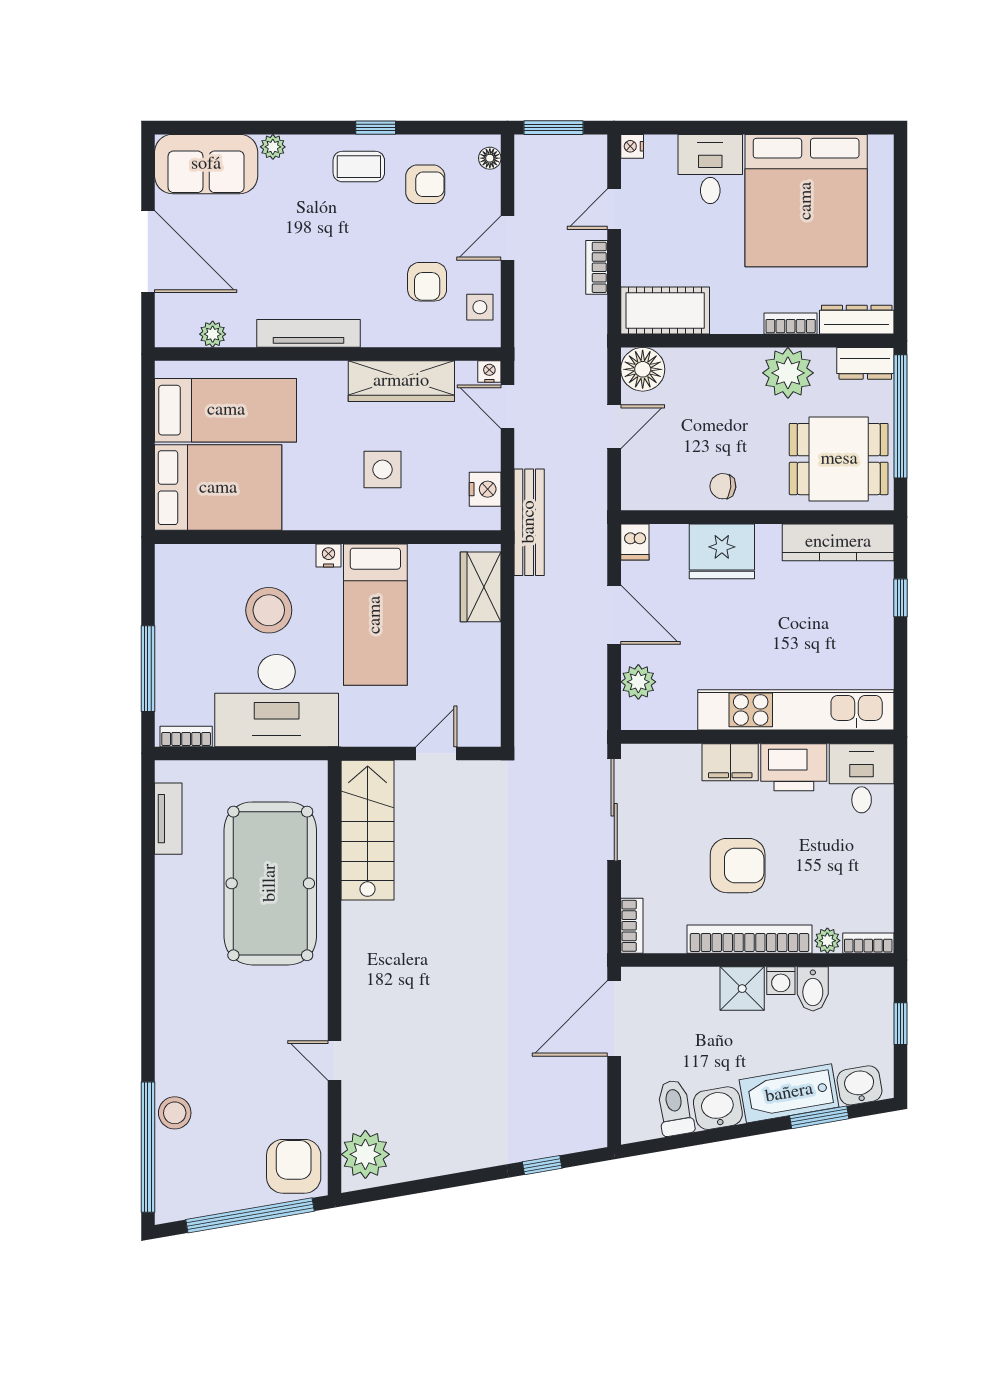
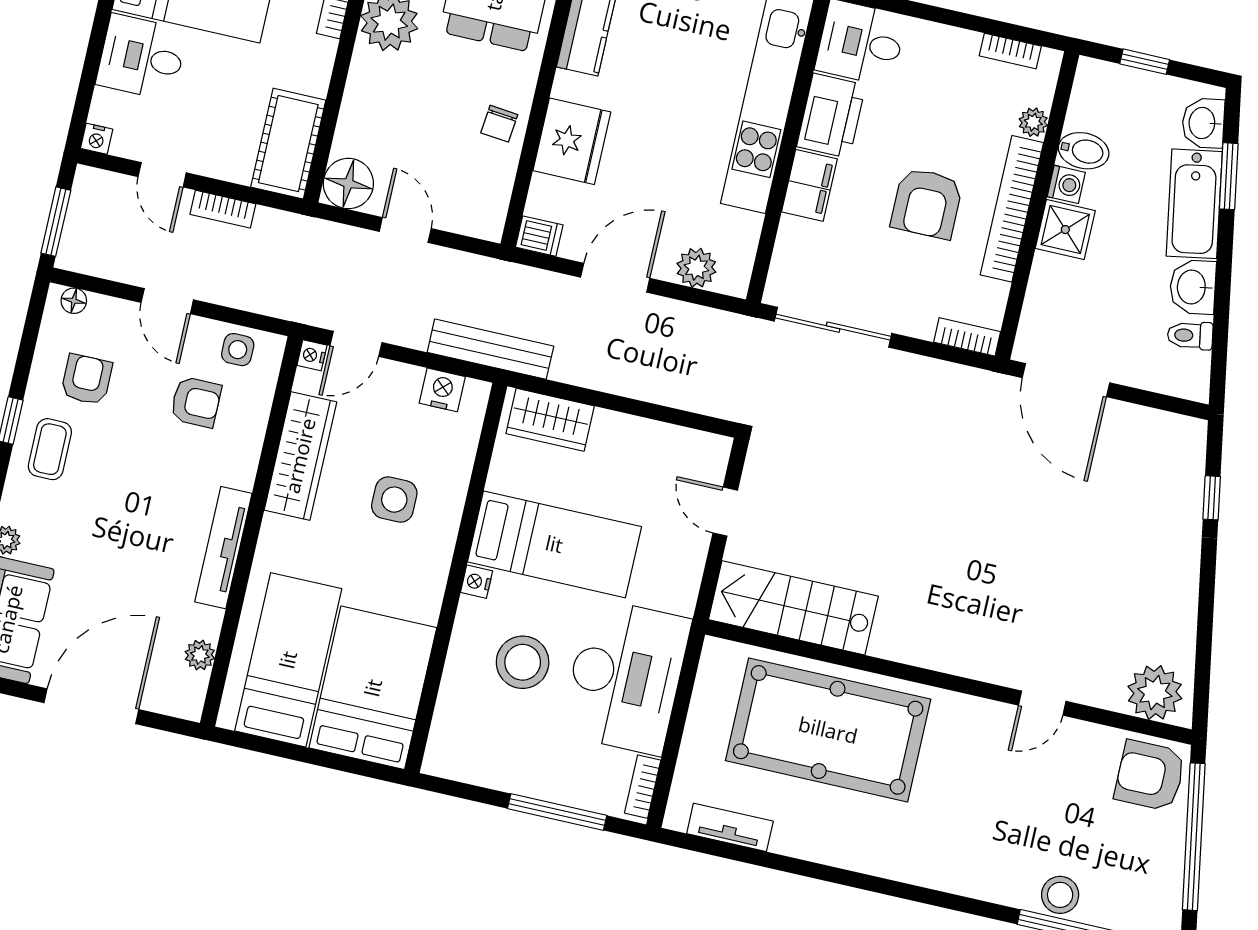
armchair: (738, 866) -> (927, 203), turned 180
bookcase: (868, 943) -> (1010, 51), moved, turned -90
toilet: (675, 1108) -> (1190, 335), width x0.73, depth x0.72

